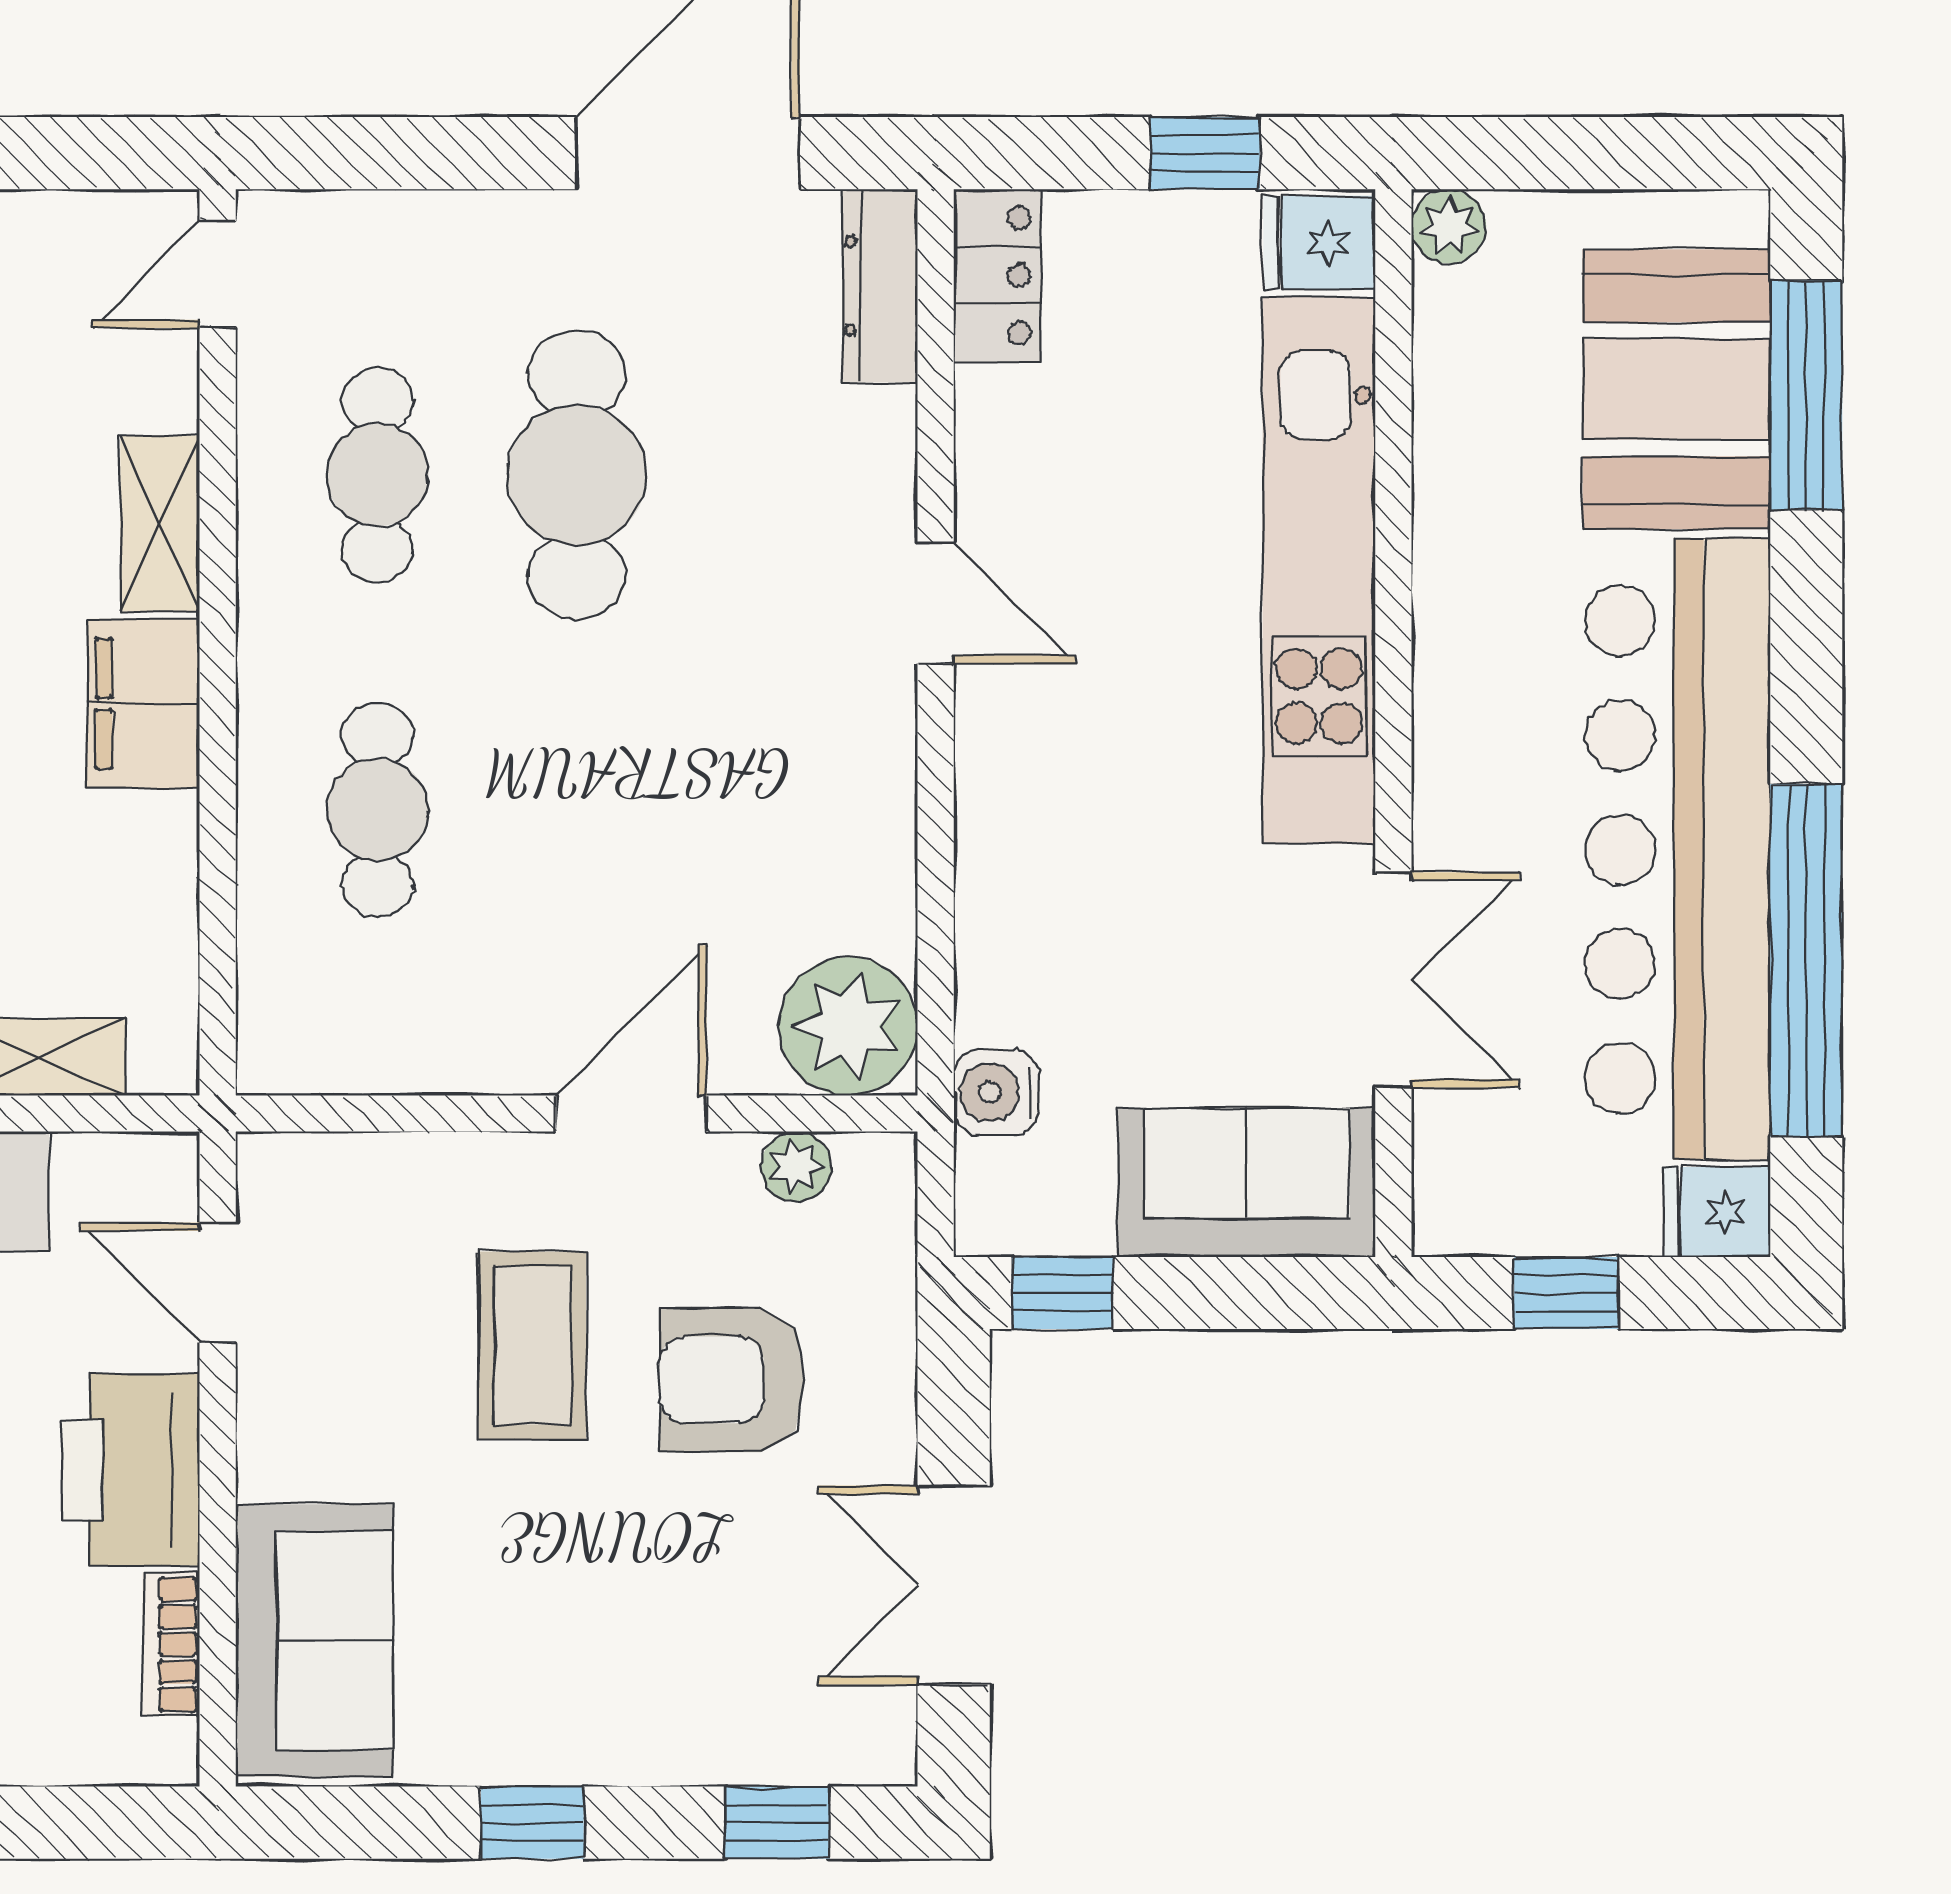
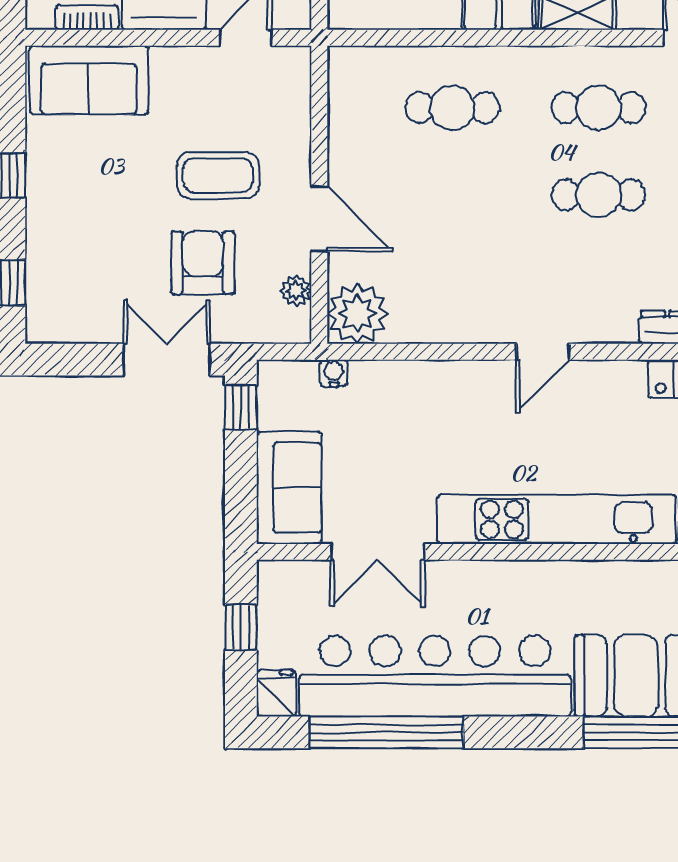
cafe table: (577, 475) -> (599, 195), width x0.73, depth x0.74
water cooler: (996, 1092) -> (334, 373), width x0.72, depth x0.72
double door: (954, 1585) -> (167, 360), moved

